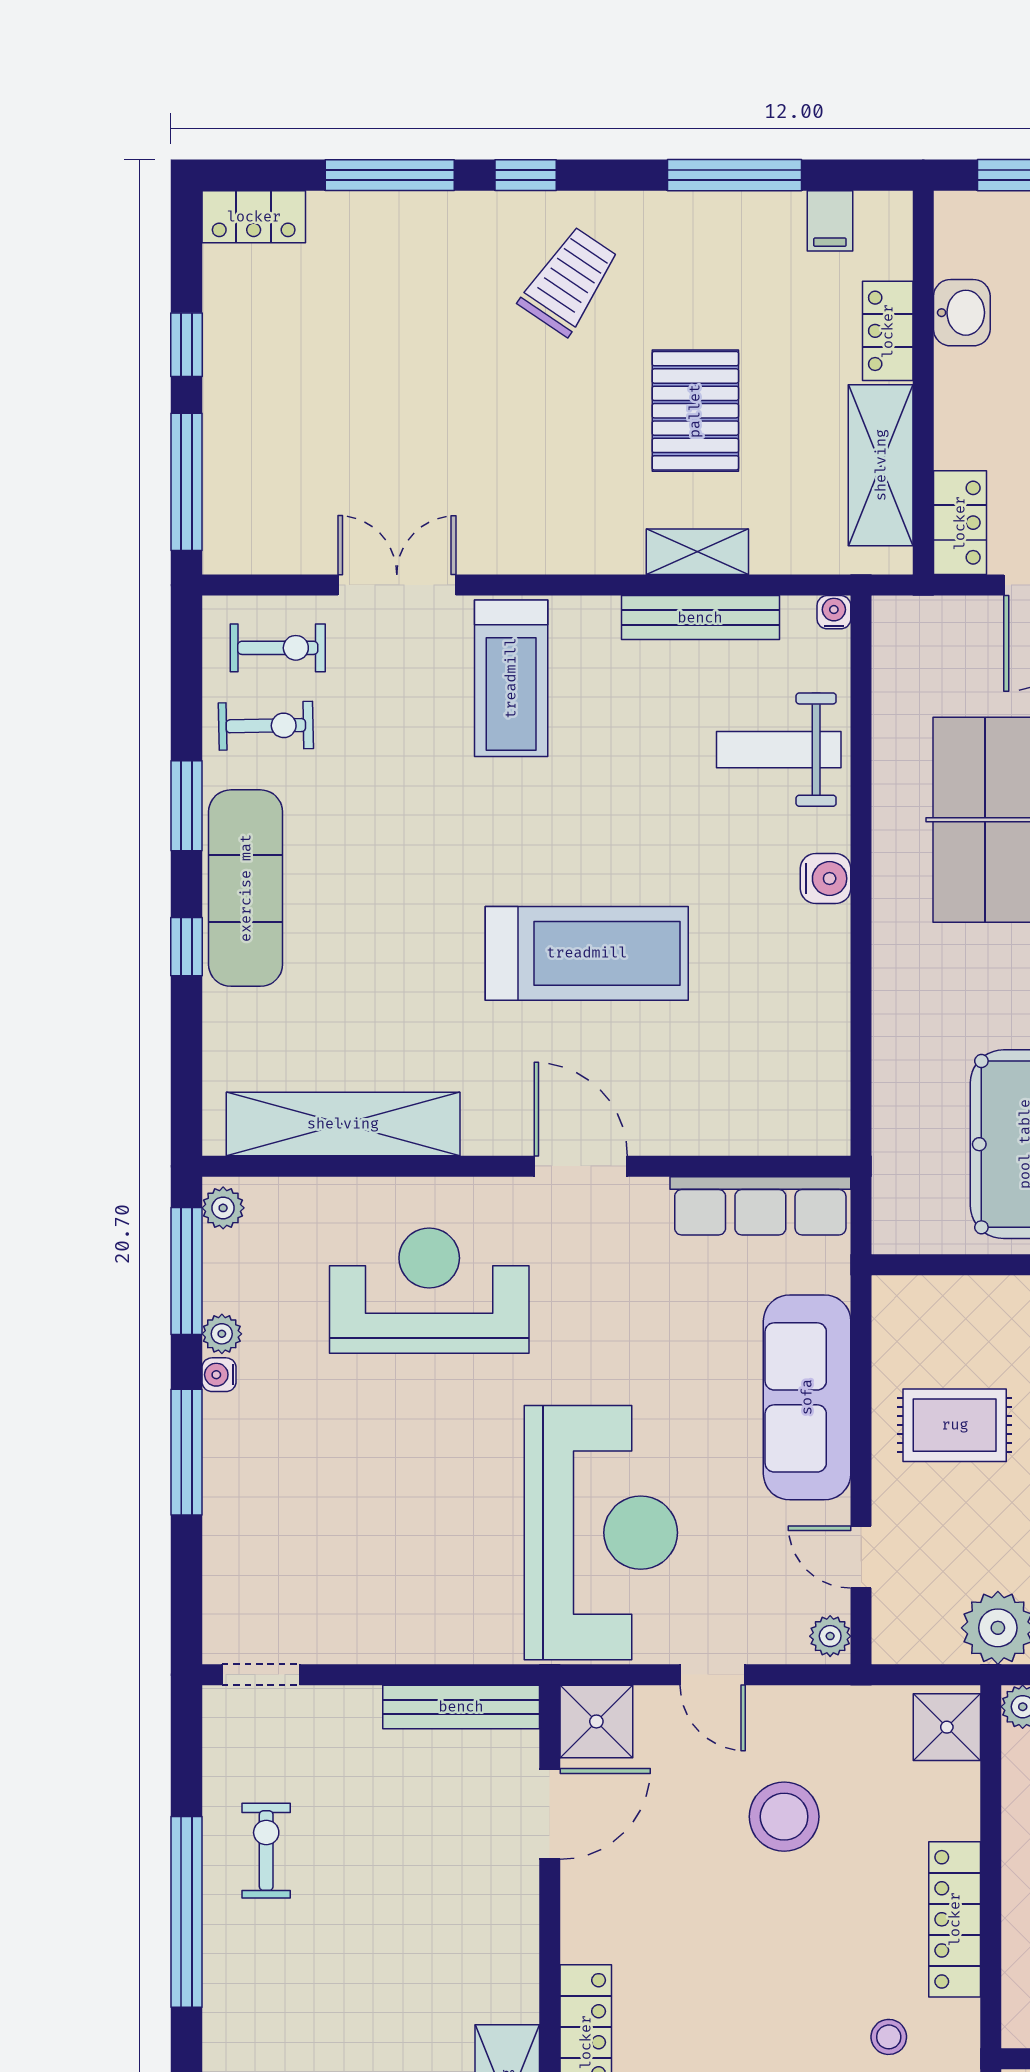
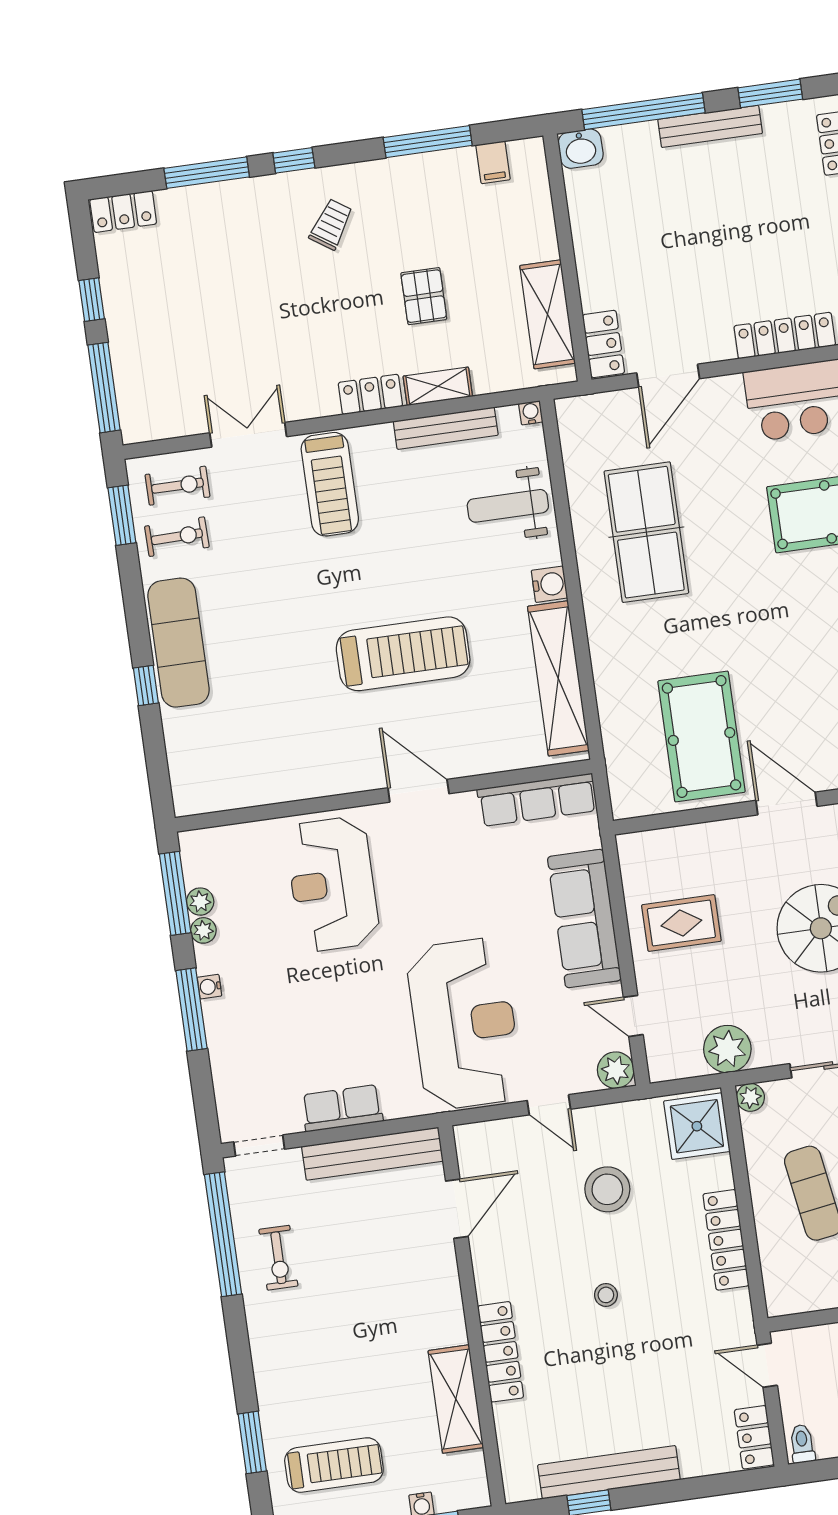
trolley: (569, 281) -> (331, 224), width x0.73, depth x0.72
washbasin: (962, 313) -> (581, 149), moved, turned 90
locker: (888, 331) -> (370, 394), moved, turned 90
pallet: (695, 411) -> (424, 296), width x0.67, depth x0.71
window: (186, 806) -> (122, 515), moved
shelving: (343, 1124) -> (558, 678), moved, turned 90
plant: (223, 1208) -> (200, 902), moved
reception desk: (429, 1291) -> (332, 884), turned -90
water cooler: (219, 1375) -> (209, 987), moved
row of seats: (396, 1635) -> (342, 1108), added
plant: (830, 1636) -> (616, 1070), width x1.38, depth x1.38
bench: (461, 1707) -> (372, 1154), width x1.37, depth x1.21
shower: (596, 1721) -> (478, 1145), removed
shower: (947, 1727) -> (697, 1126), width x1.36, depth x1.36
exercise bike: (266, 1851) -> (278, 1258), turned 180
window: (186, 1912) -> (223, 1234), moved
stool: (889, 2037) -> (606, 1295), moved

